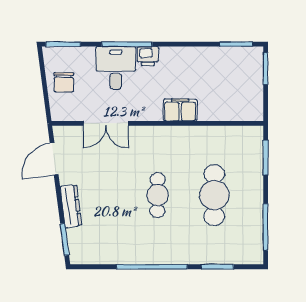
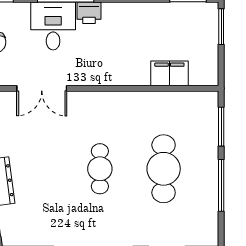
filing cabinet: (180, 110) -> (169, 73), moved
window: (266, 227) -> (221, 185), moved

